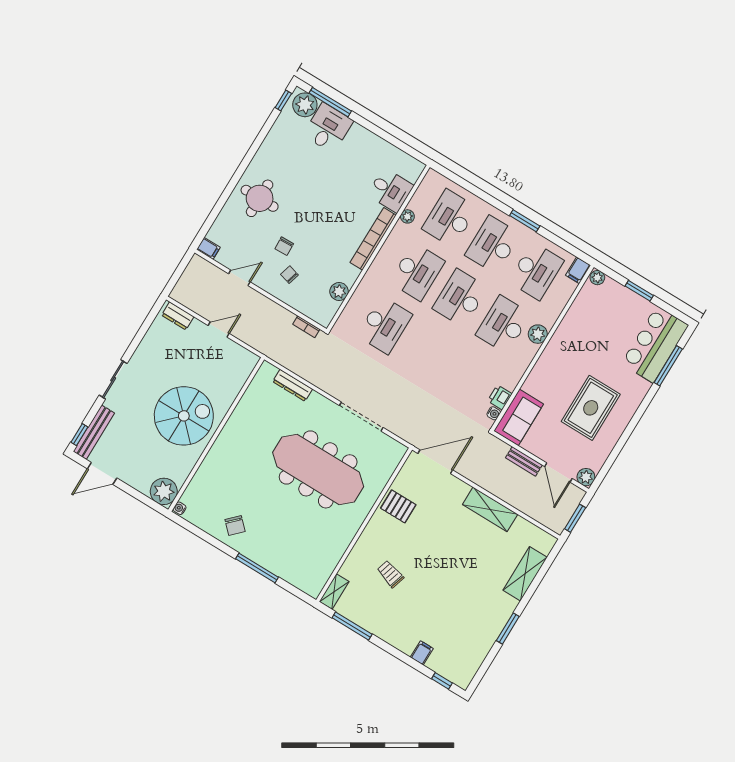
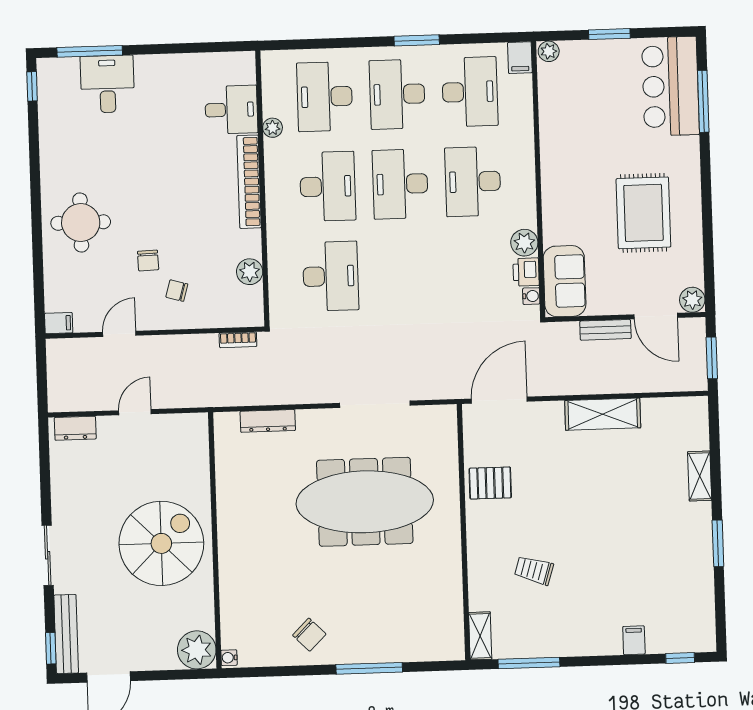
plant: (305, 105) -> (61, 74), removed
plant: (538, 334) -> (524, 243), moved
shelving: (525, 574) -> (700, 476), width x0.67, depth x0.75

